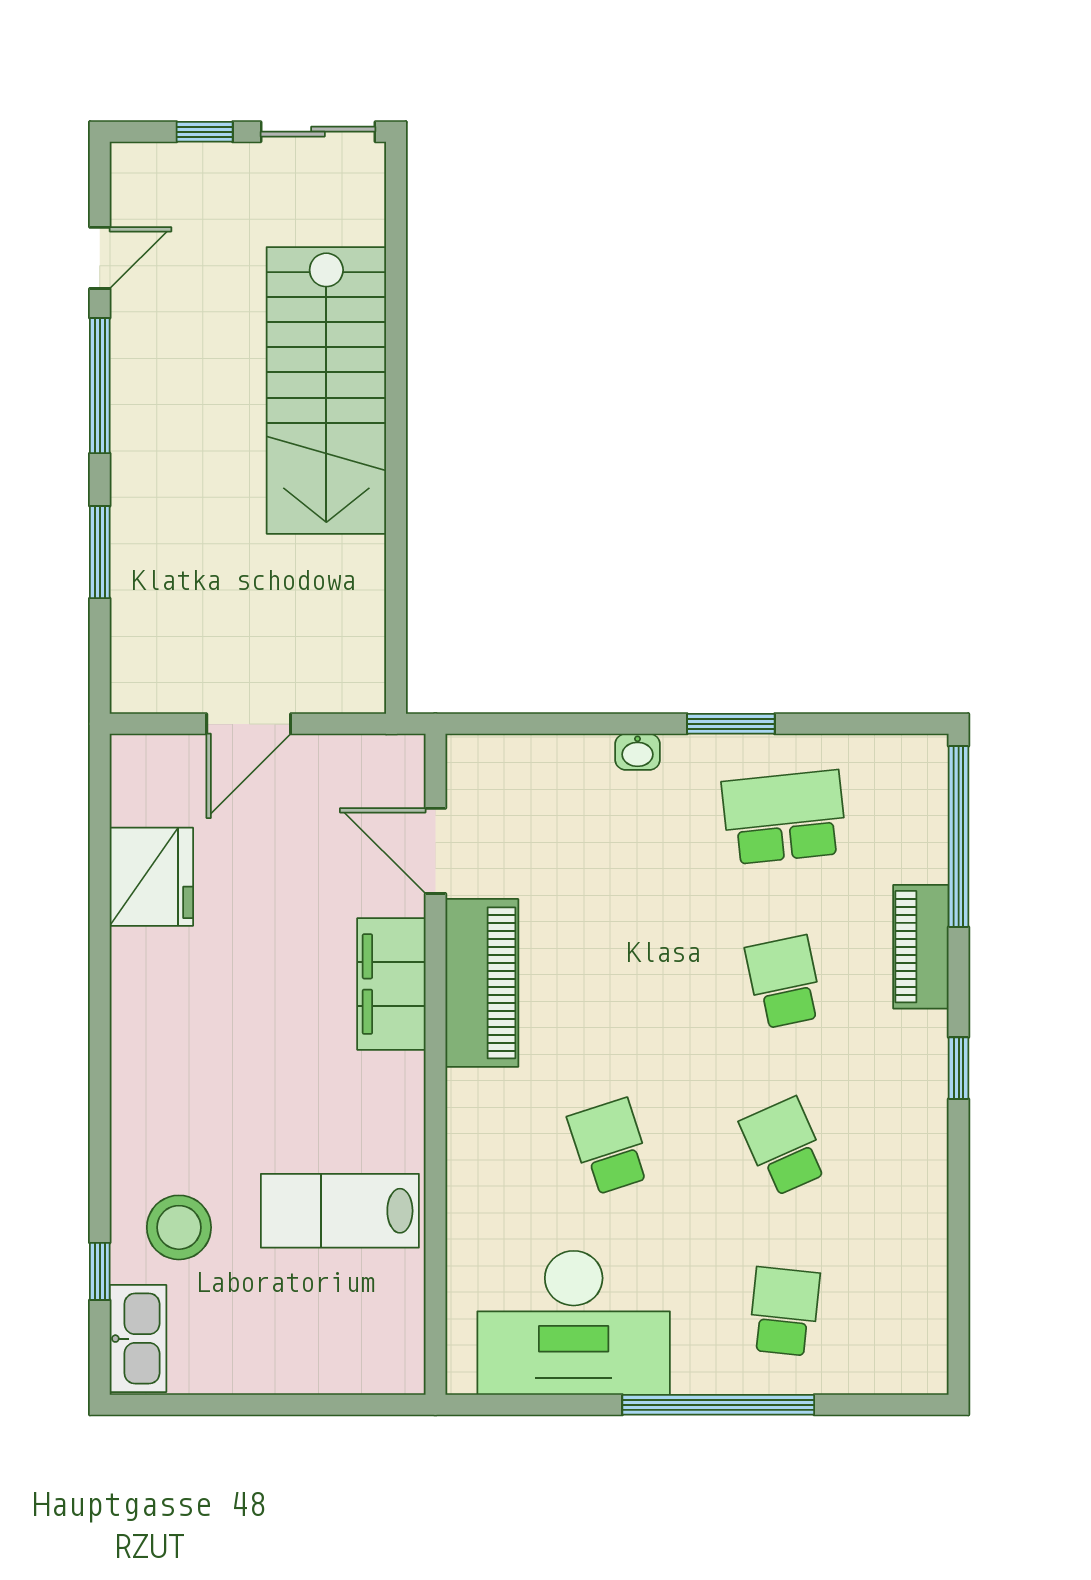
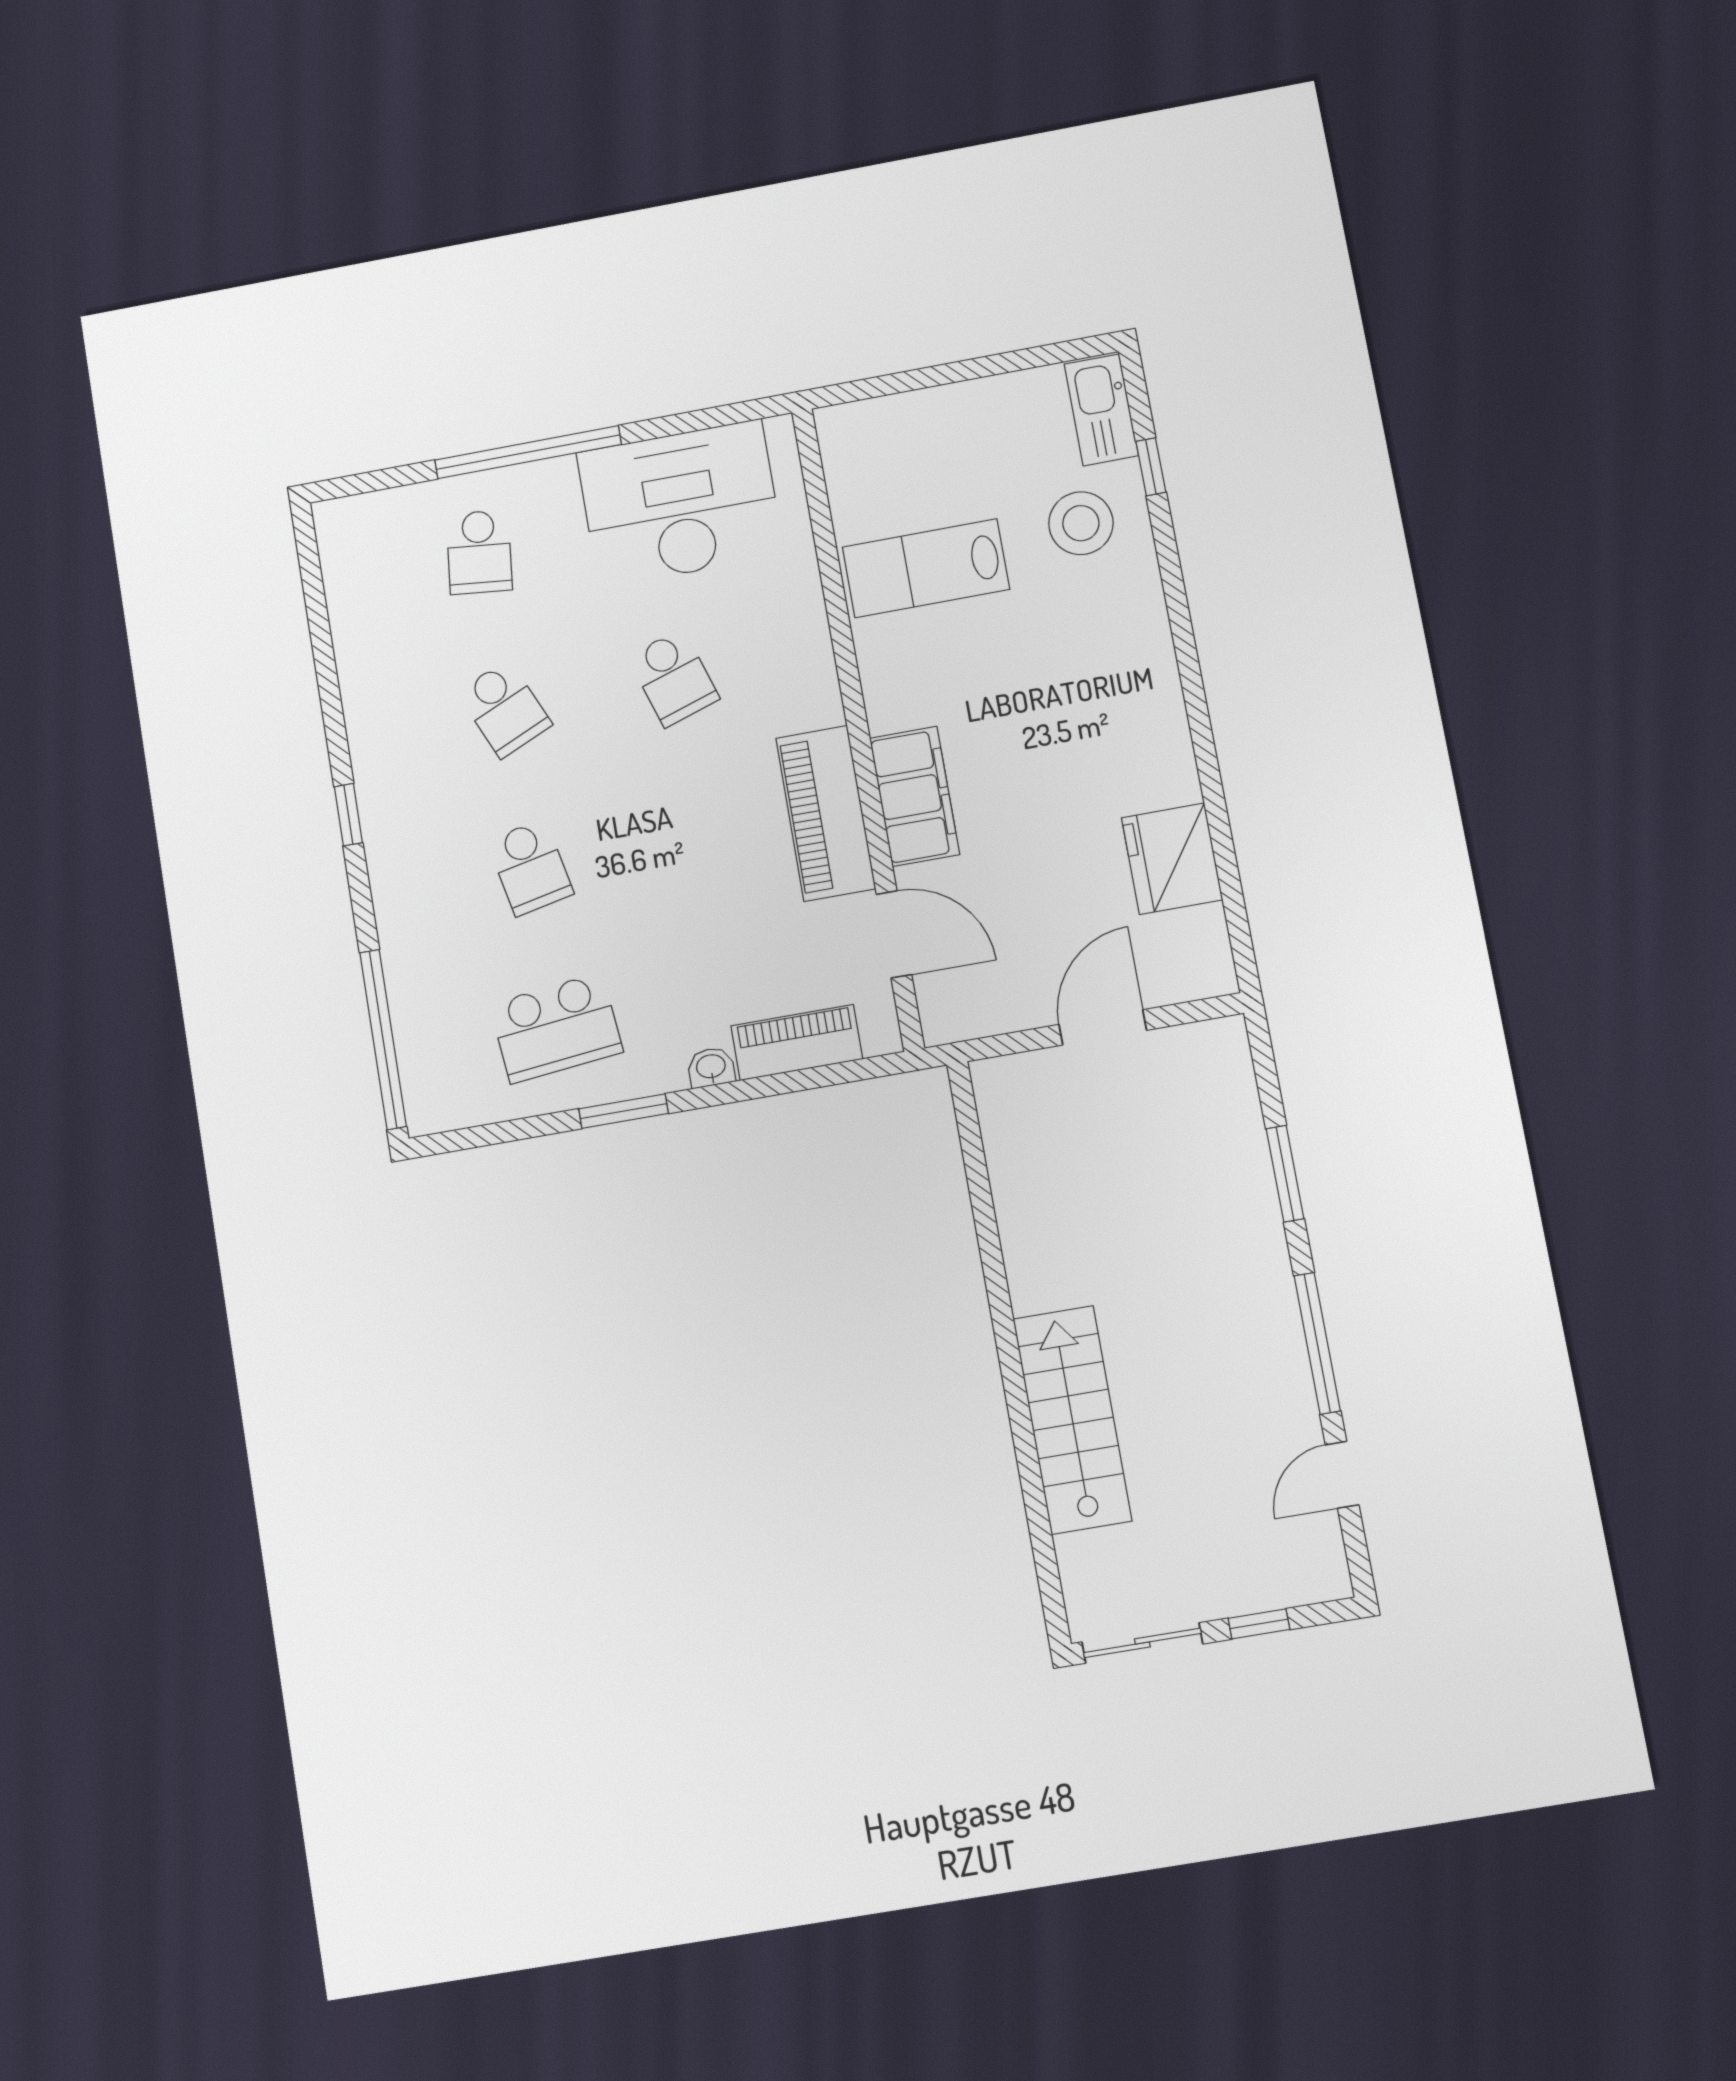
stairs: (326, 390) -> (1072, 1420), width x0.73, depth x0.66
piano: (921, 947) -> (797, 1043), moved, turned -90
lab bench: (340, 1211) -> (926, 568), turned 180

